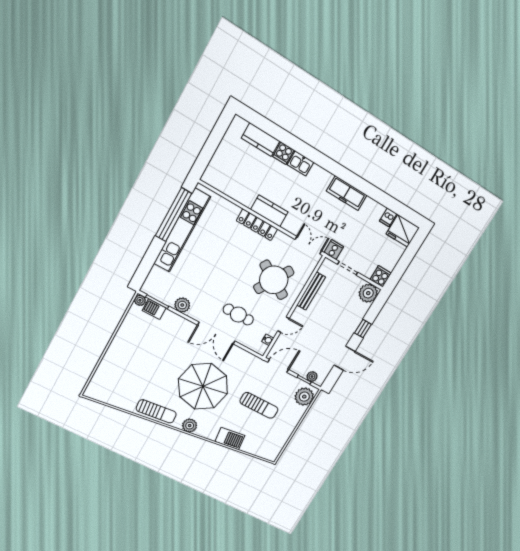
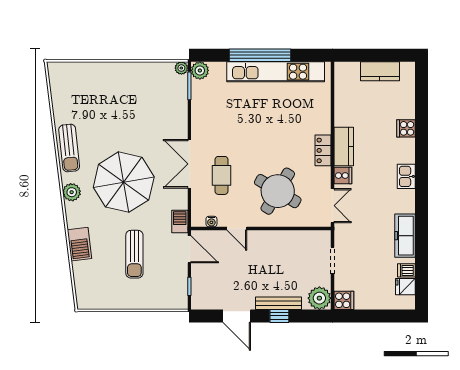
kitchen counter: (261, 140) -> (380, 71), moved, turned -90
kitchen sink: (301, 163) -> (406, 176), moved
freezer: (347, 193) -> (405, 236), moved
window: (173, 215) -> (260, 55), moved
locker: (257, 225) -> (323, 150), width x0.66
fridge: (403, 231) -> (405, 287), width x0.53, depth x0.75
cooker: (334, 250) -> (343, 176), moved
bench: (311, 291) -> (279, 303), moved
plant: (182, 305) -> (200, 70), moved
barbecue: (154, 309) -> (180, 221), moved
plant: (312, 377) -> (198, 293), removed
plant: (304, 397) -> (171, 298), removed

